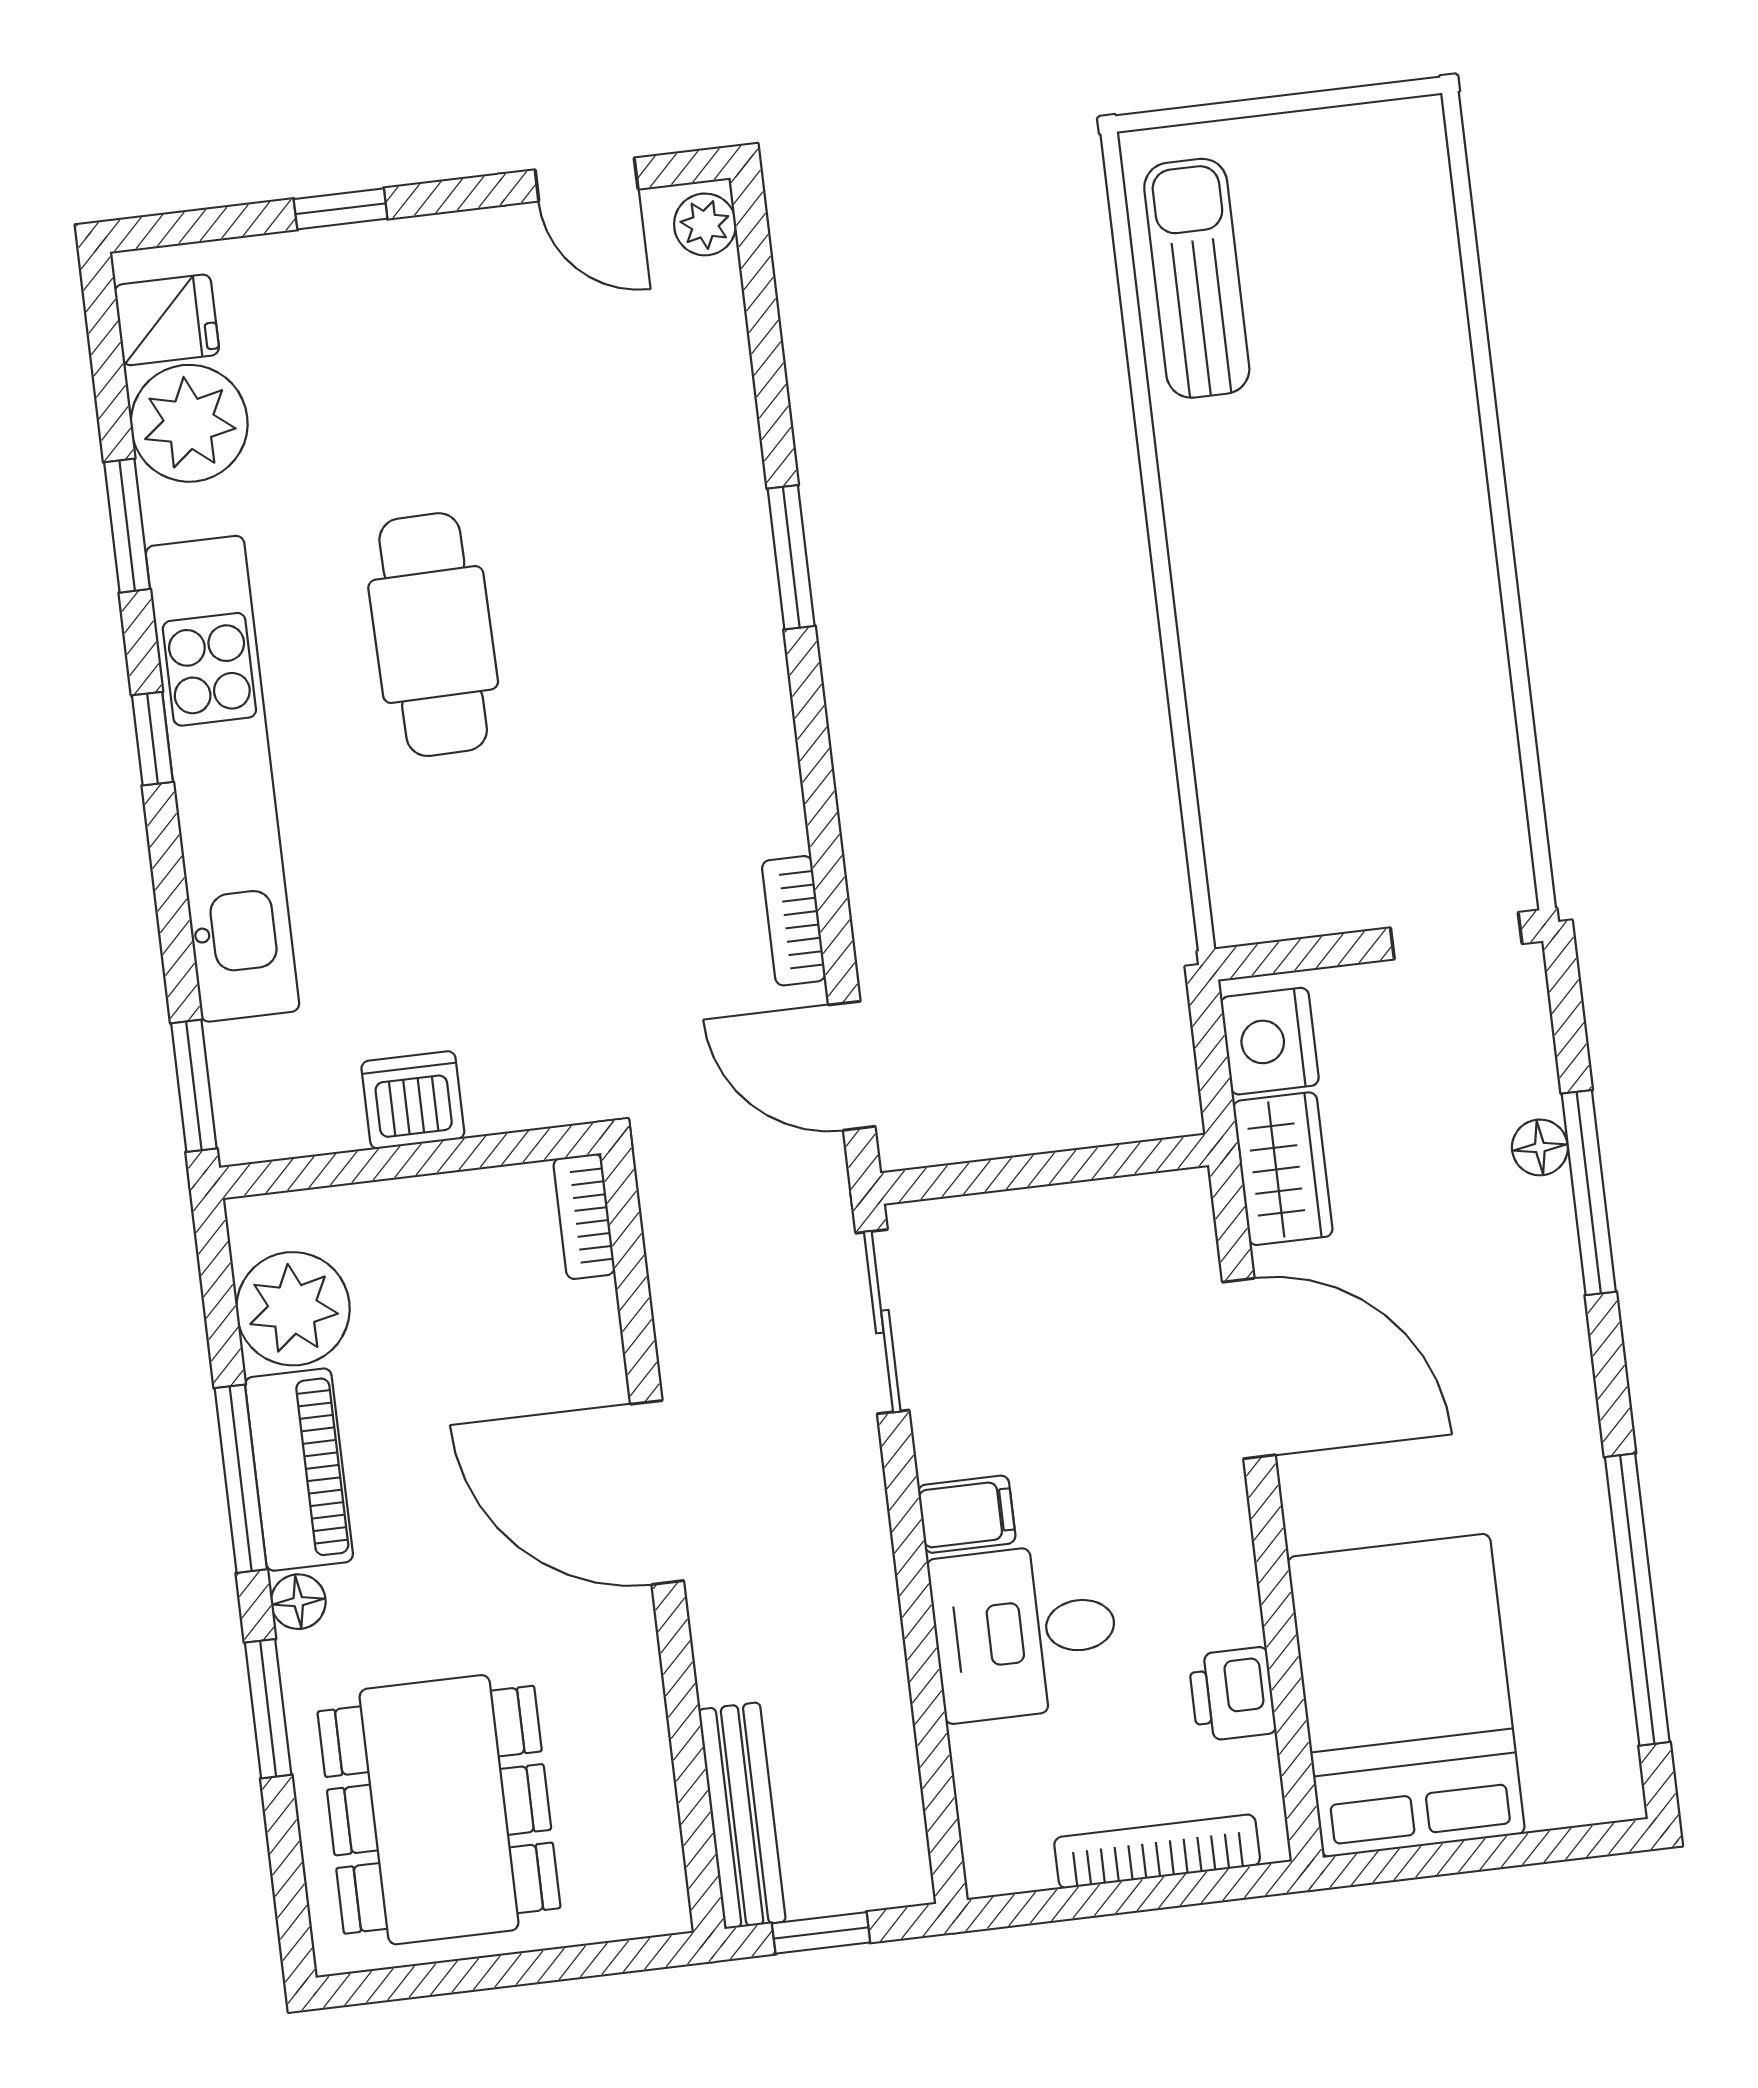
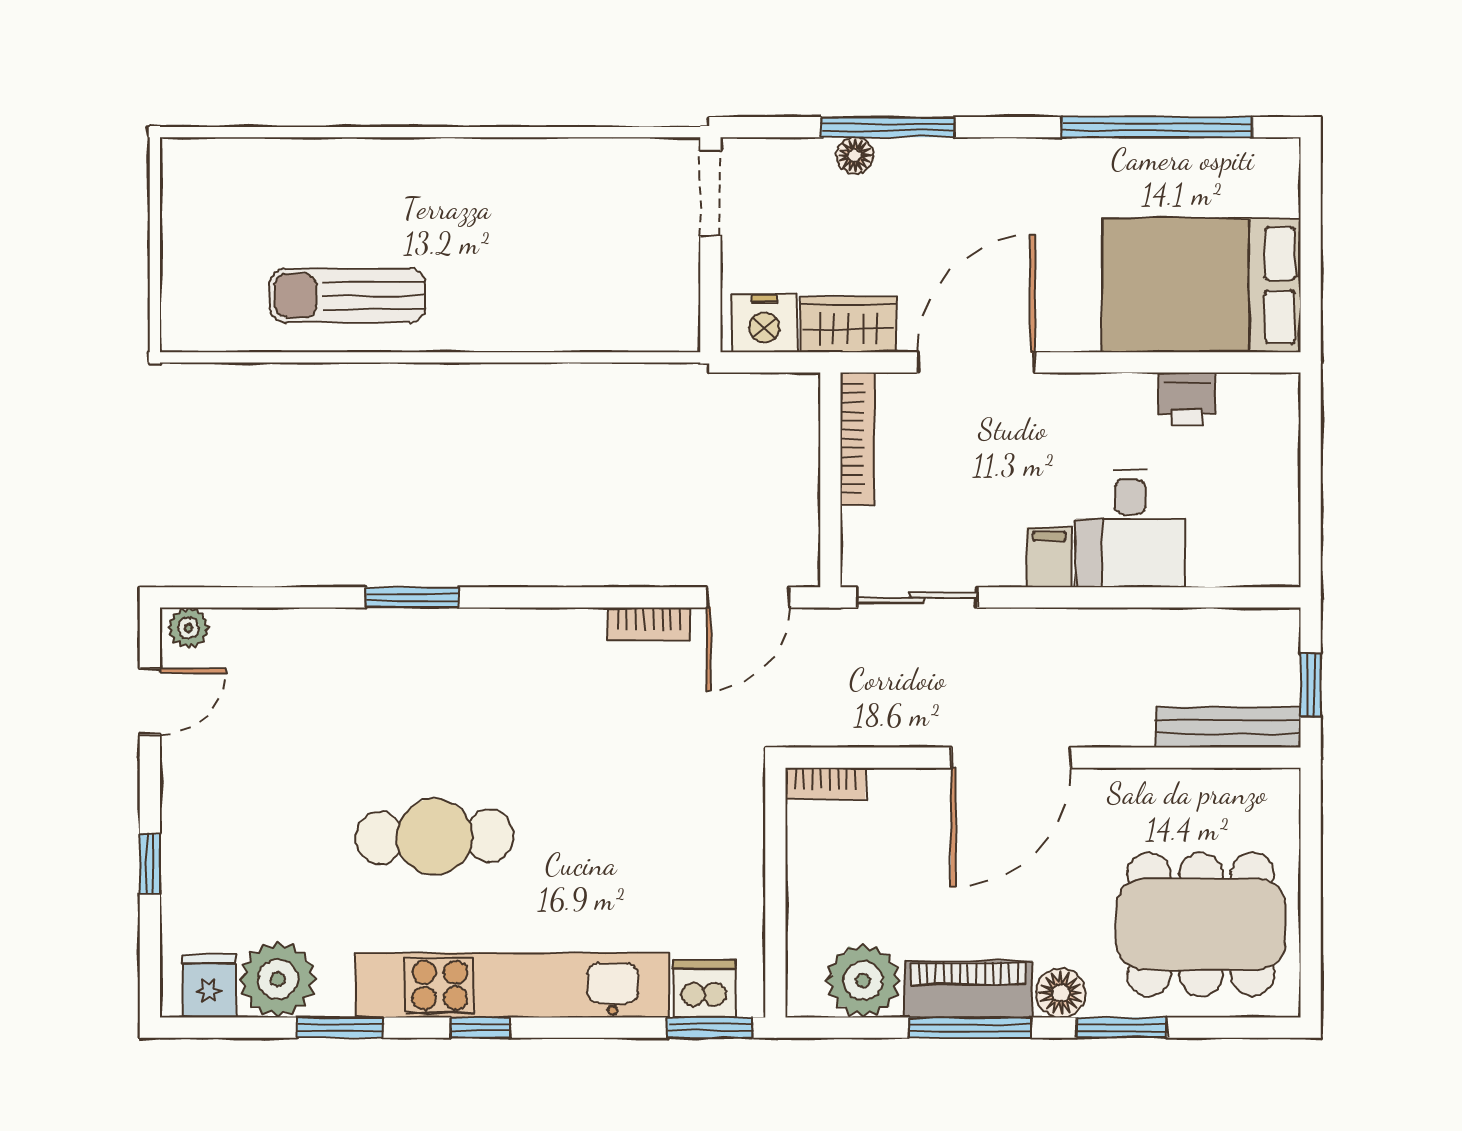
sun lounger: (1197, 278) -> (347, 295), moved
dishwasher: (413, 1100) -> (704, 989), moved, turned 90
floor lamp: (298, 1602) -> (1061, 993), width x1.37, depth x1.37
bookcase: (1157, 1851) -> (857, 439), moved, turned 180

